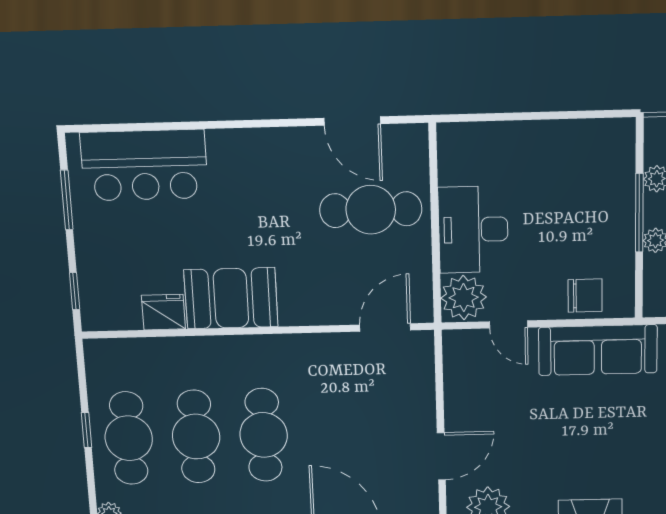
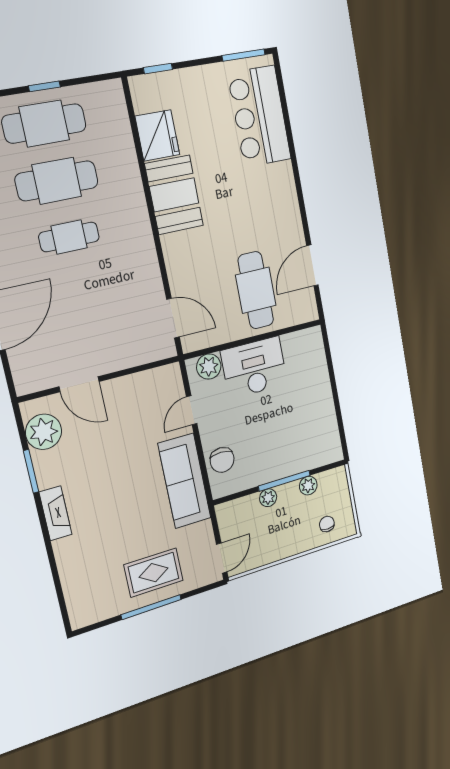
window: (67, 200) -> (244, 55), moved
plant: (464, 298) -> (209, 367), width x0.73, depth x0.73
fridge: (163, 312) -> (157, 135), width x1.36, depth x1.34
cafe table: (264, 435) -> (69, 237), width x0.73, depth x0.74

